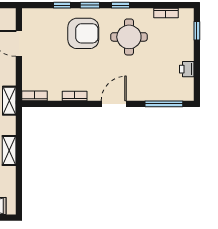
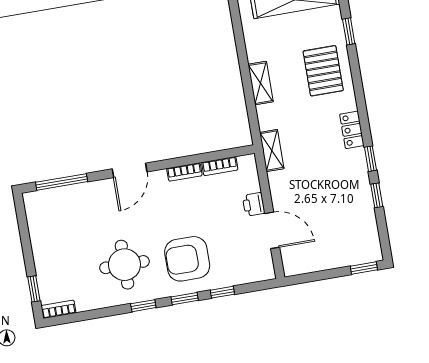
bookcase: (166, 13) -> (58, 309), moved
printer: (187, 69) -> (254, 204), moved, turned 180
bookcase: (34, 96) -> (220, 166), moved

